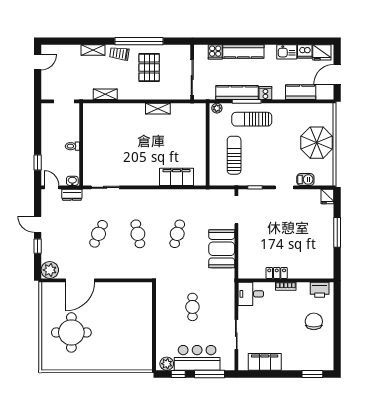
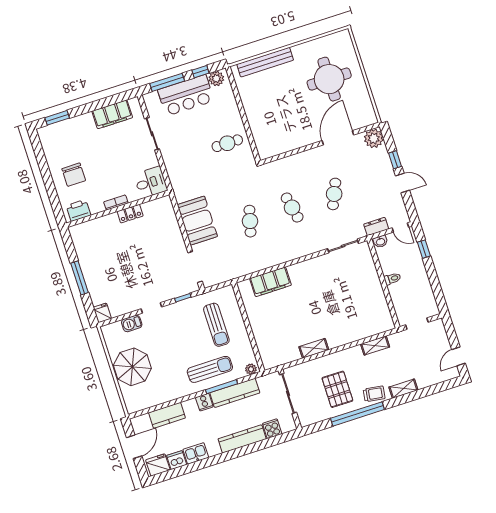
cafe table: (192, 307) -> (227, 143), moved, turned 90
bench: (121, 364) -> (265, 62), added

